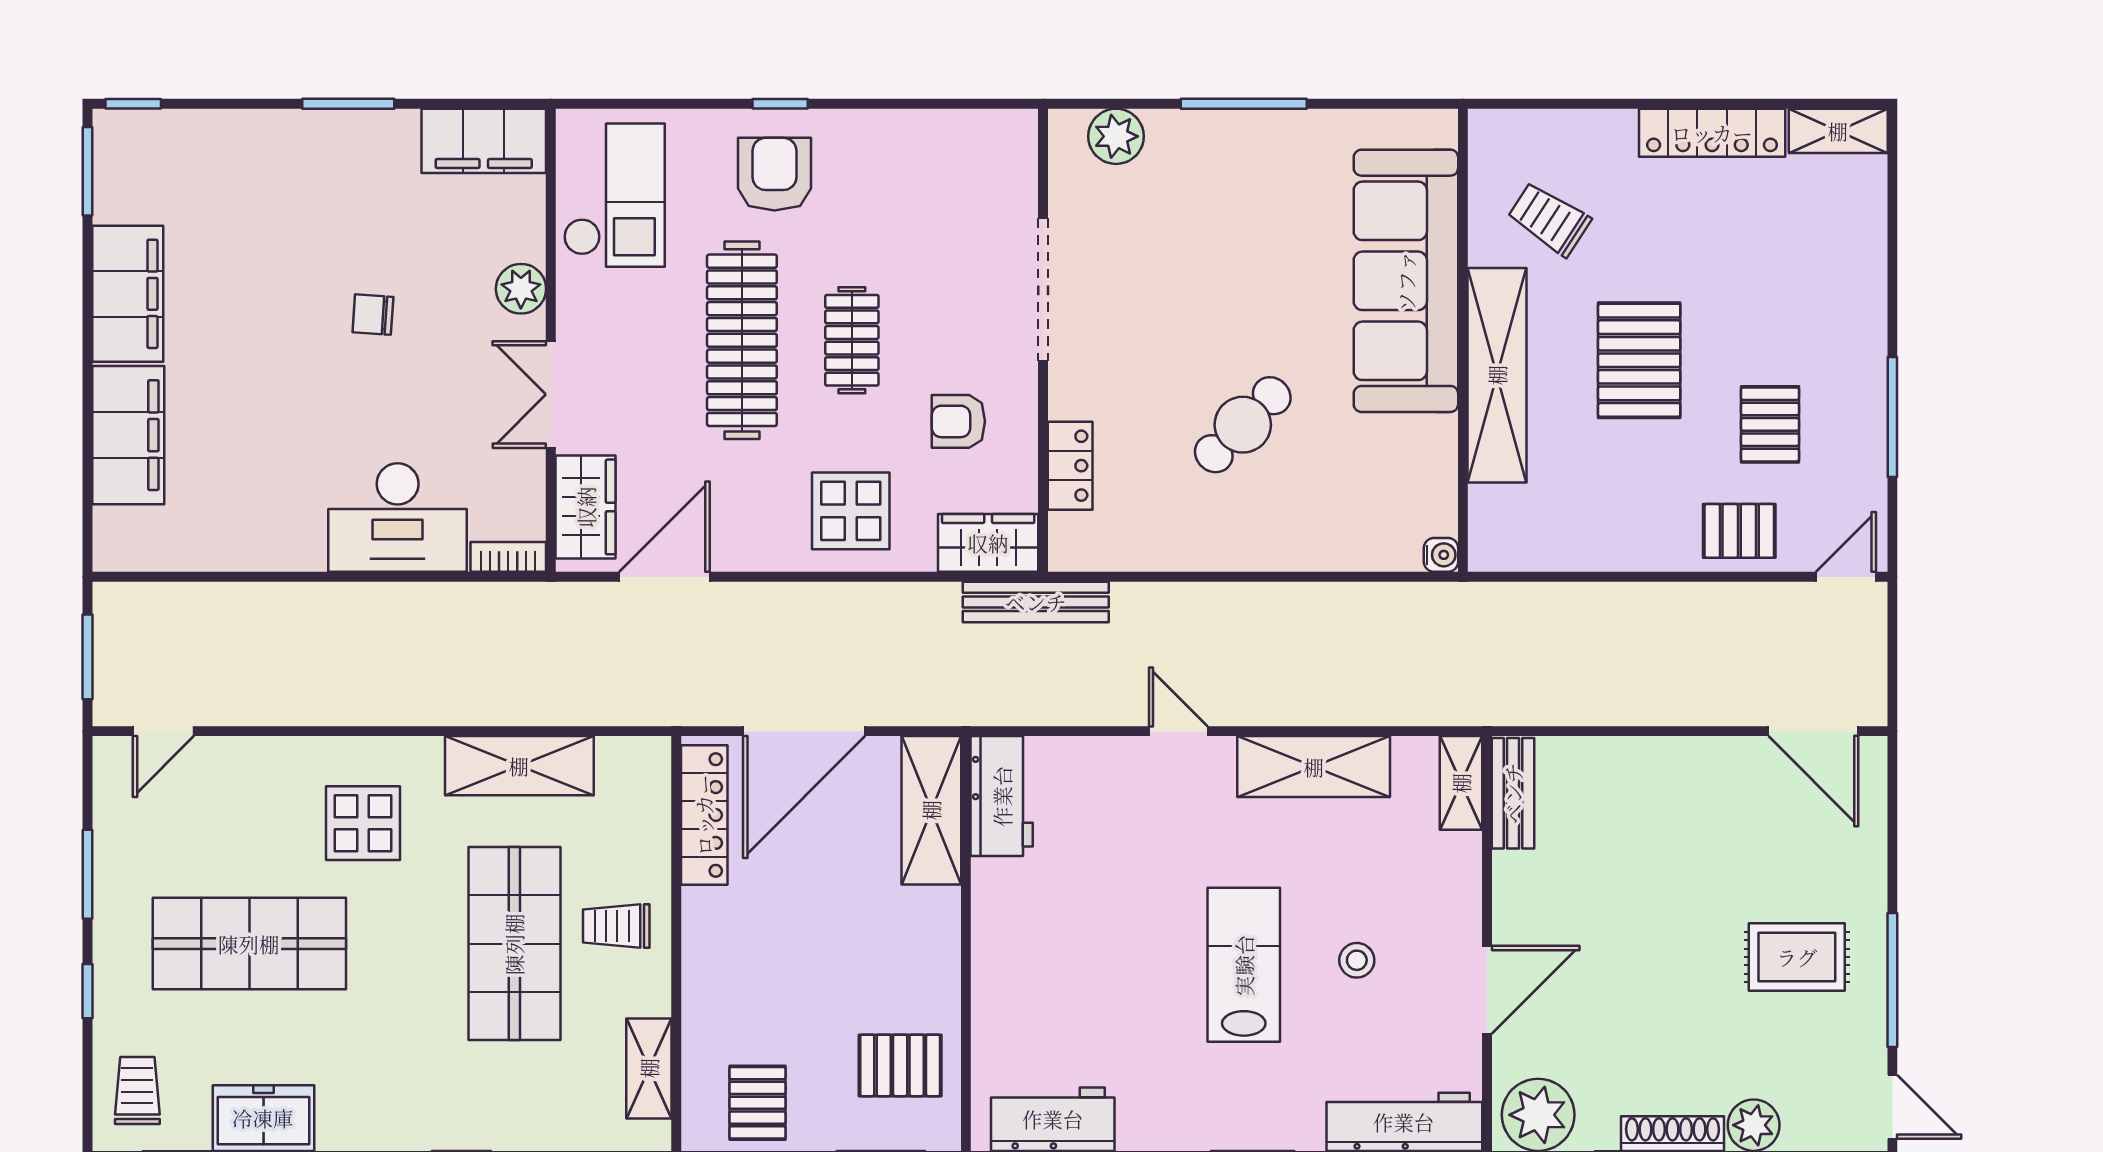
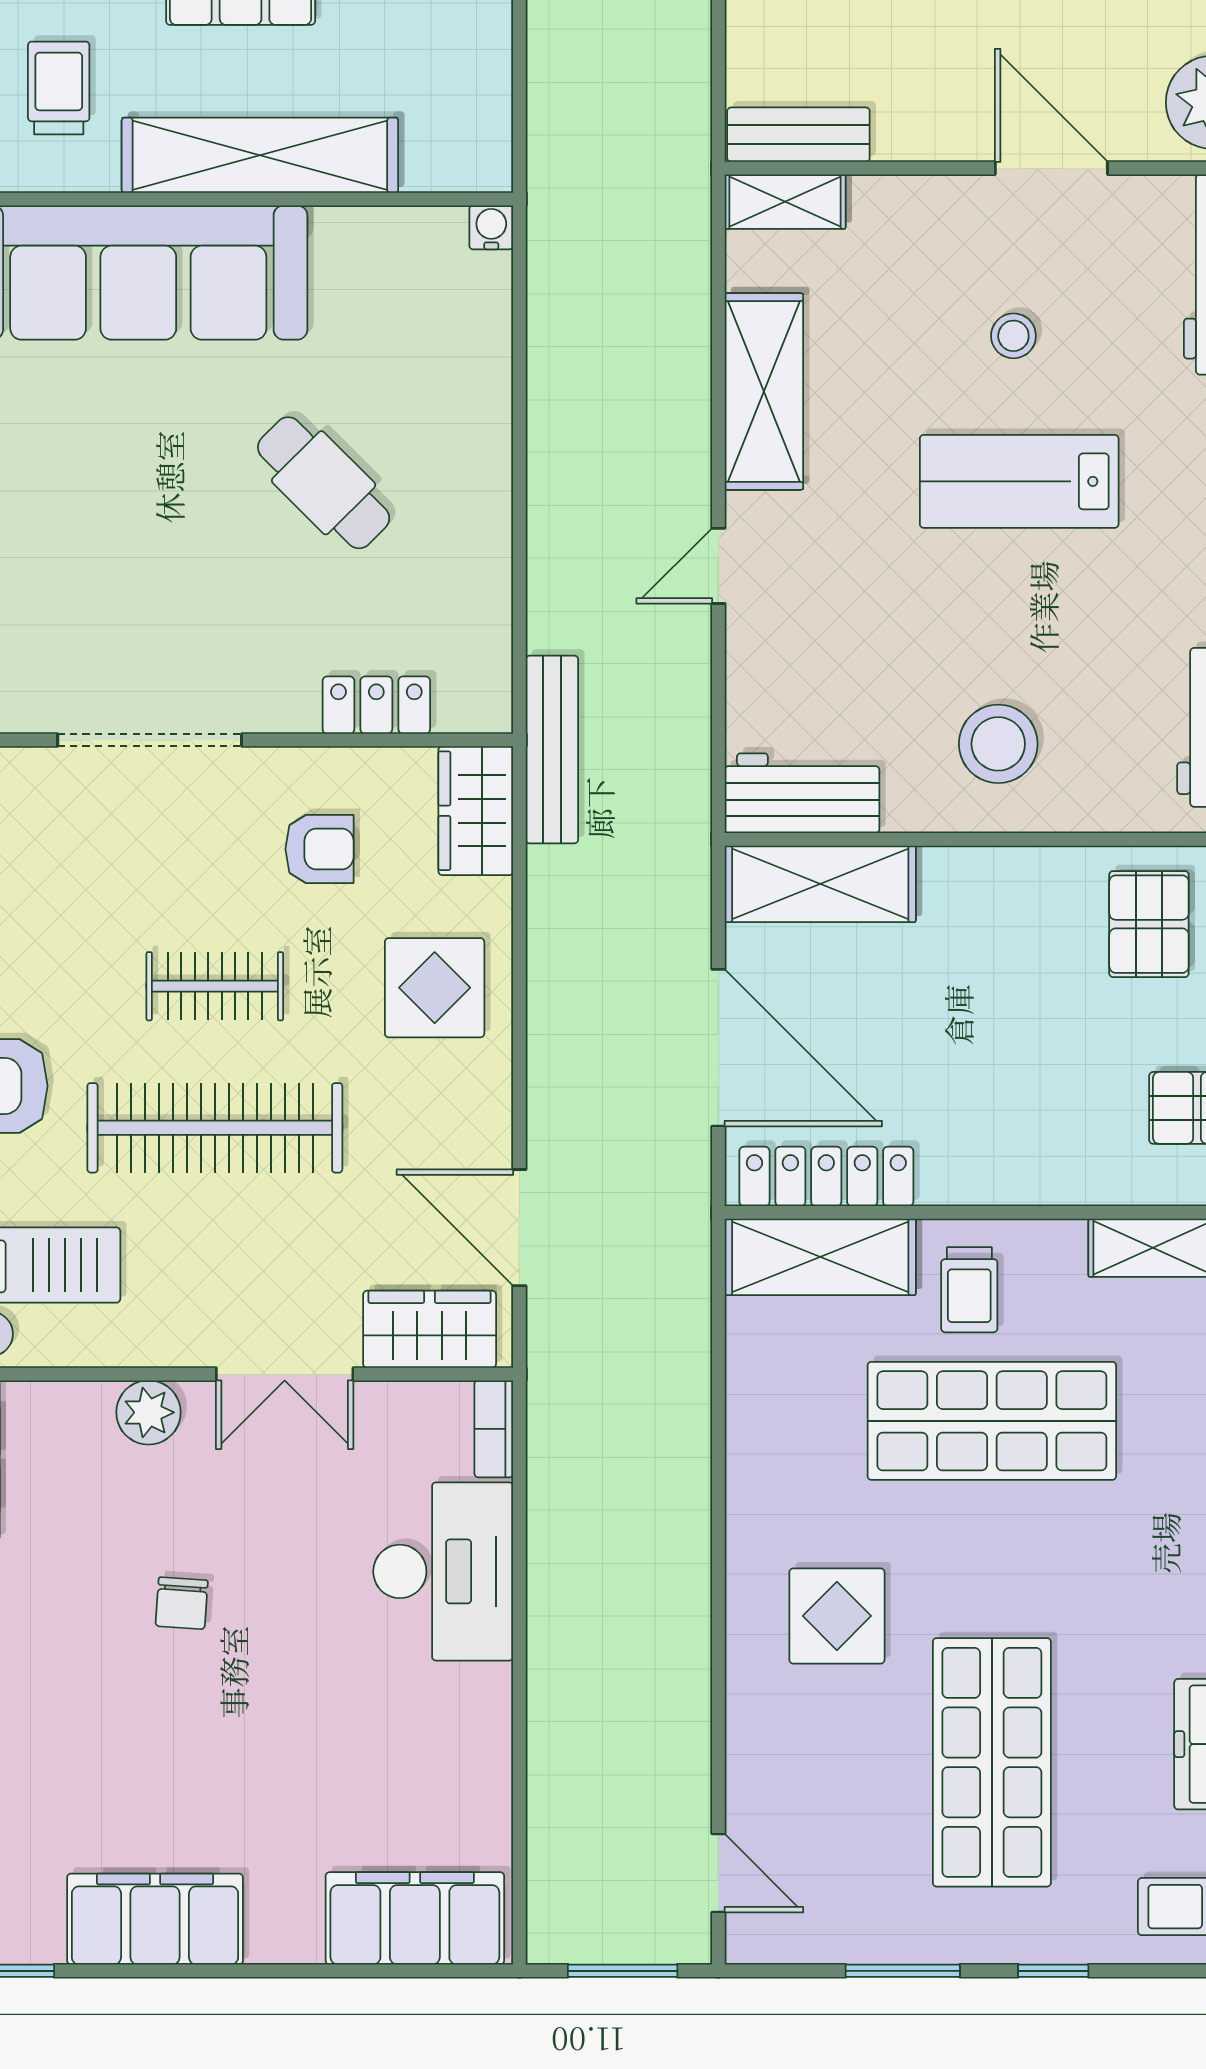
trolley: (1549, 219) -> (59, 88), turned 147
armchair: (958, 421) -> (319, 849), turned -90
filing cabinet: (128, 435) -> (415, 1918), moved
shelving: (519, 766) -> (820, 1257), moved, turned 90
stool: (1040, 948) -> (998, 744), added

